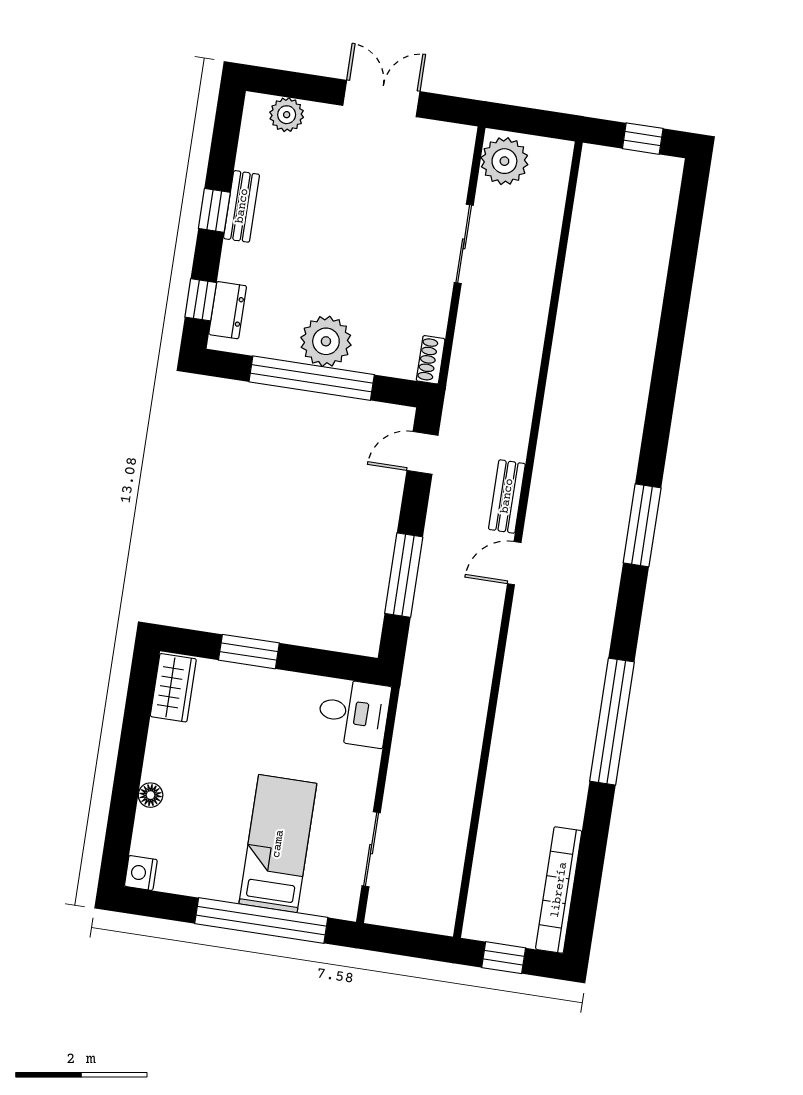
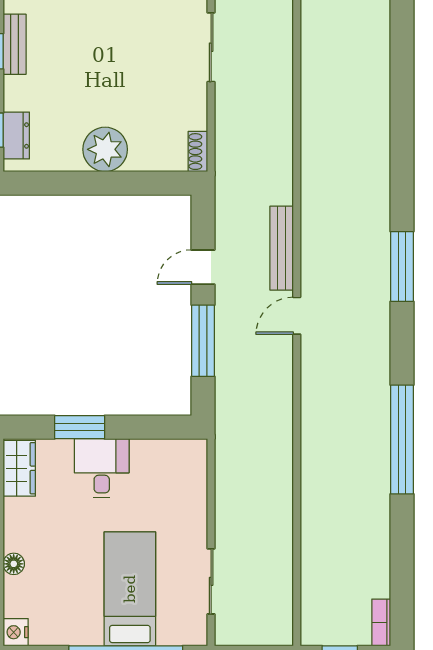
window: (312, 378) -> (98, 183), removed
door: (422, 453) -> (203, 267), moved
bench: (507, 496) -> (282, 248), width x1.36
desk: (354, 713) -> (102, 468), moved, turned -90
bookcase: (559, 890) -> (381, 623), width x0.43, depth x0.76

